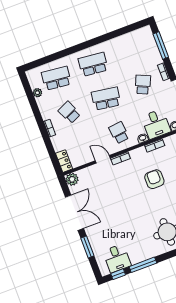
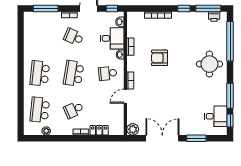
locker: (64, 161) -> (99, 130), moved

